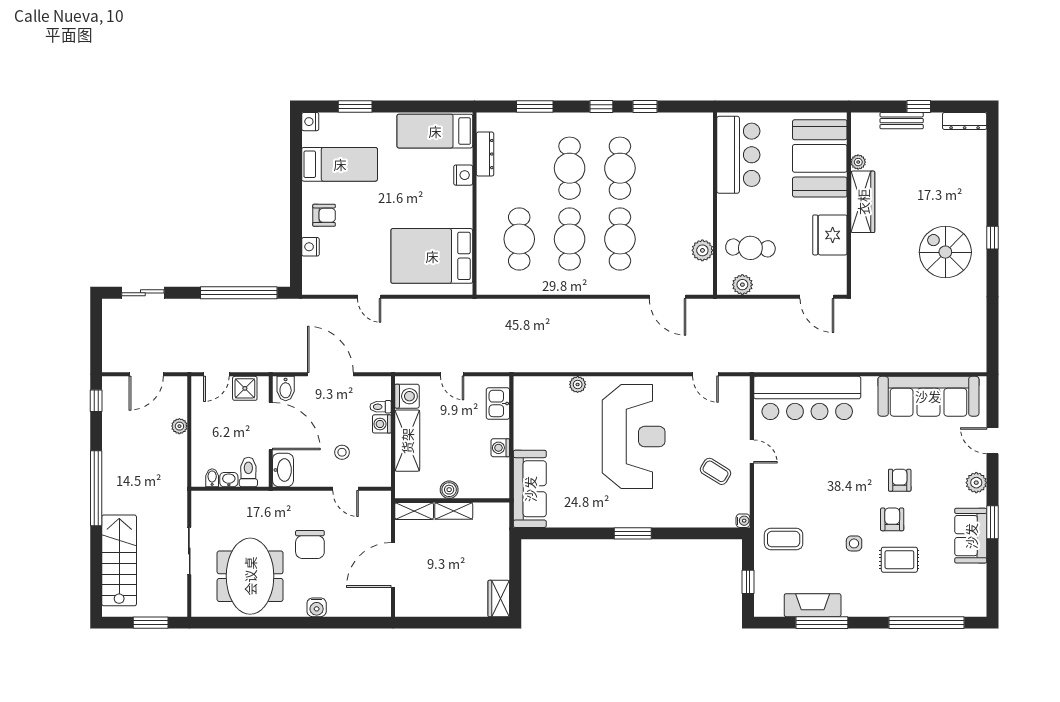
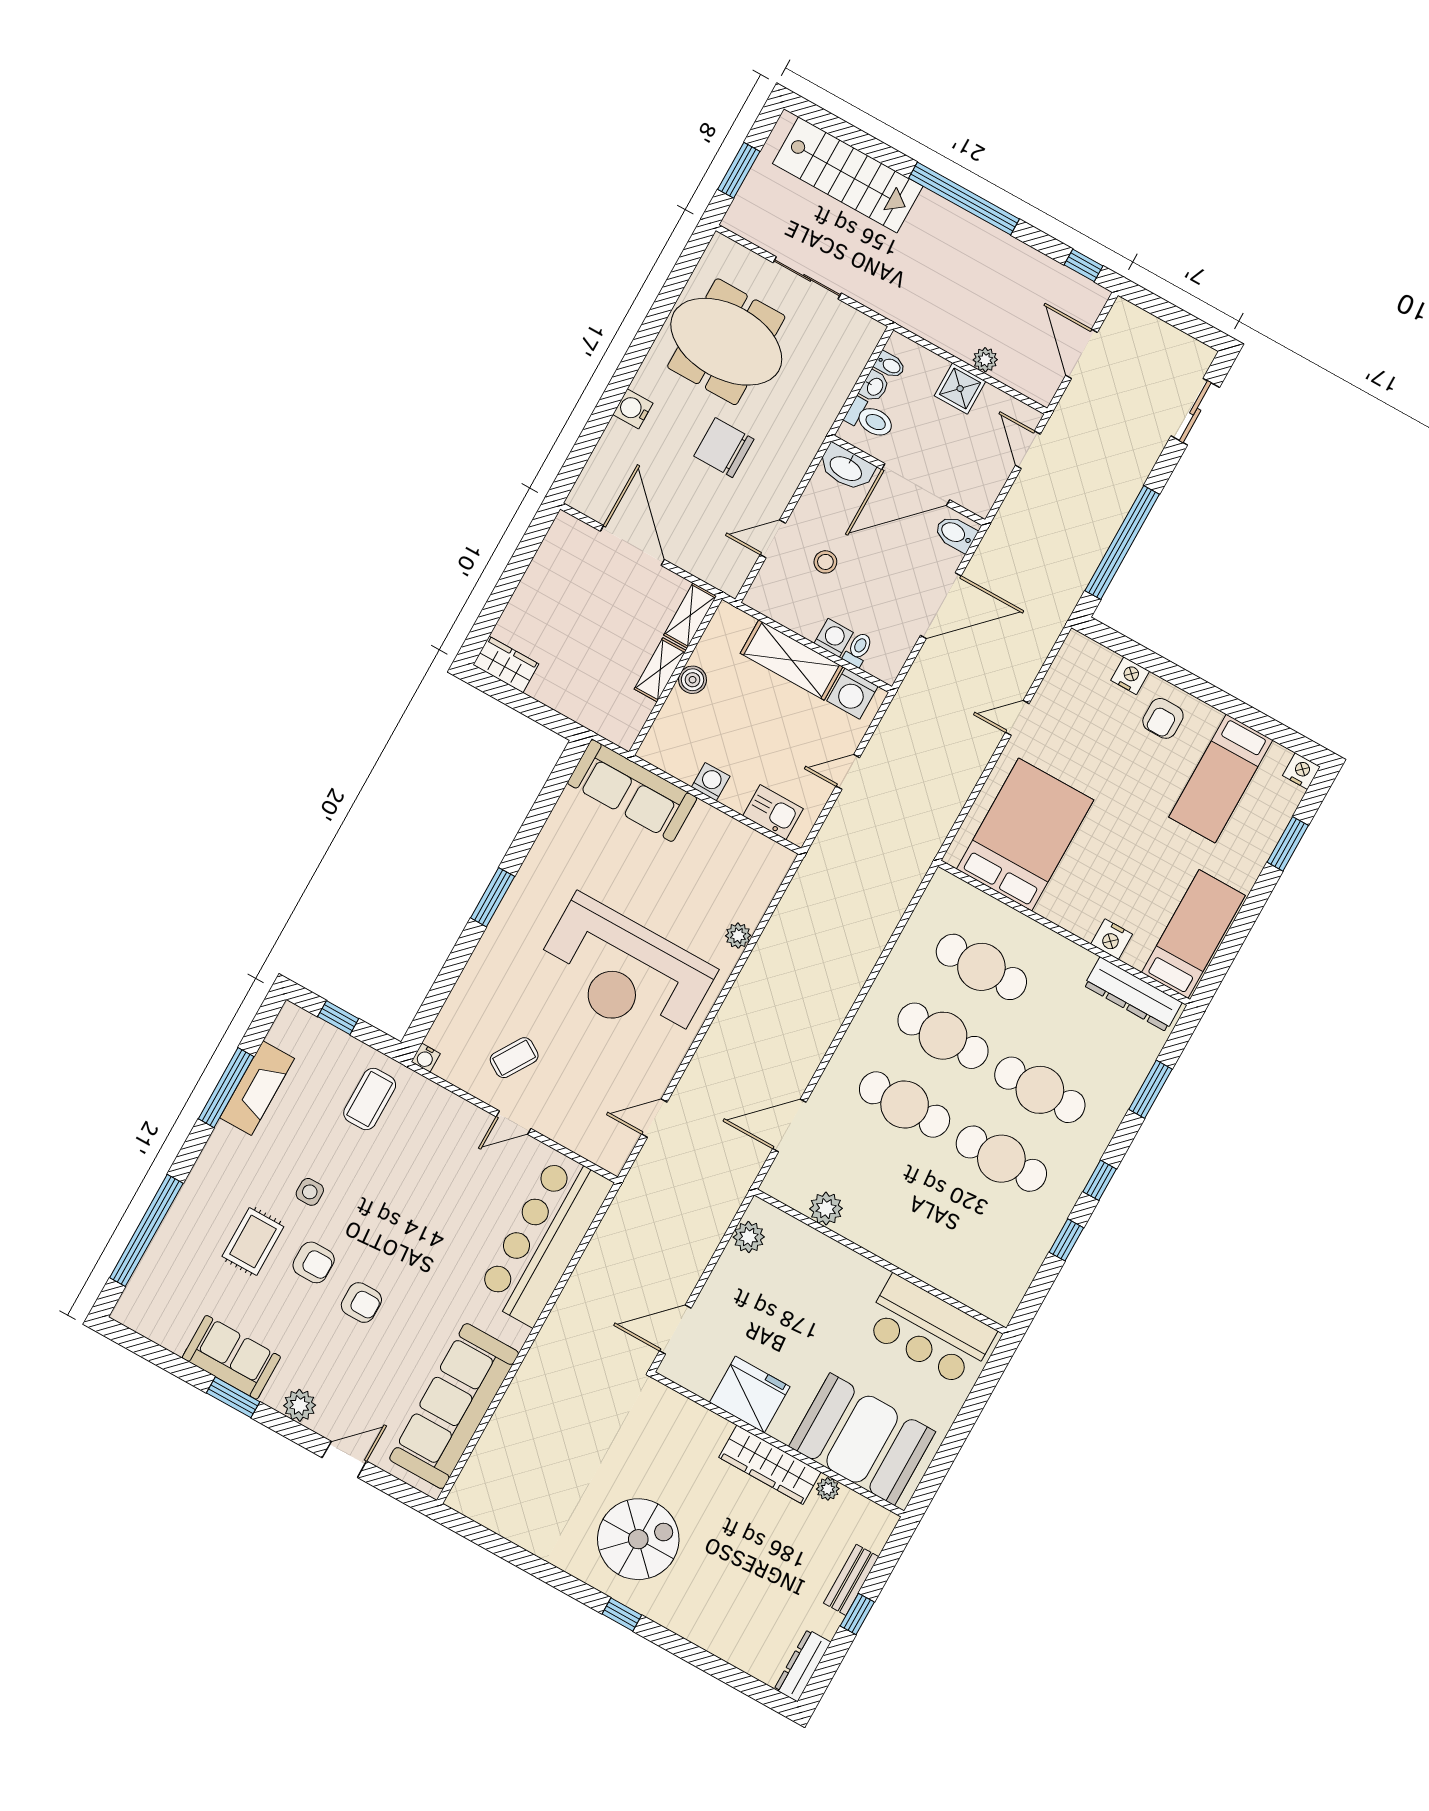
dresser: (485, 154) -> (1133, 994), width x1.37, depth x1.24
cafe table: (750, 248) -> (793, 1276), removed
shower: (245, 388) -> (960, 389), moved

